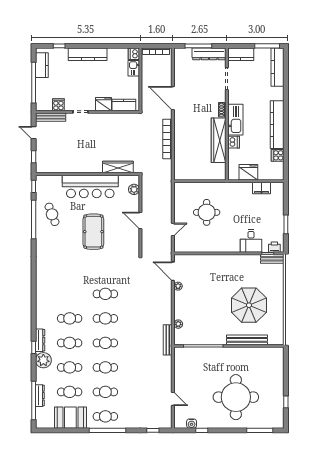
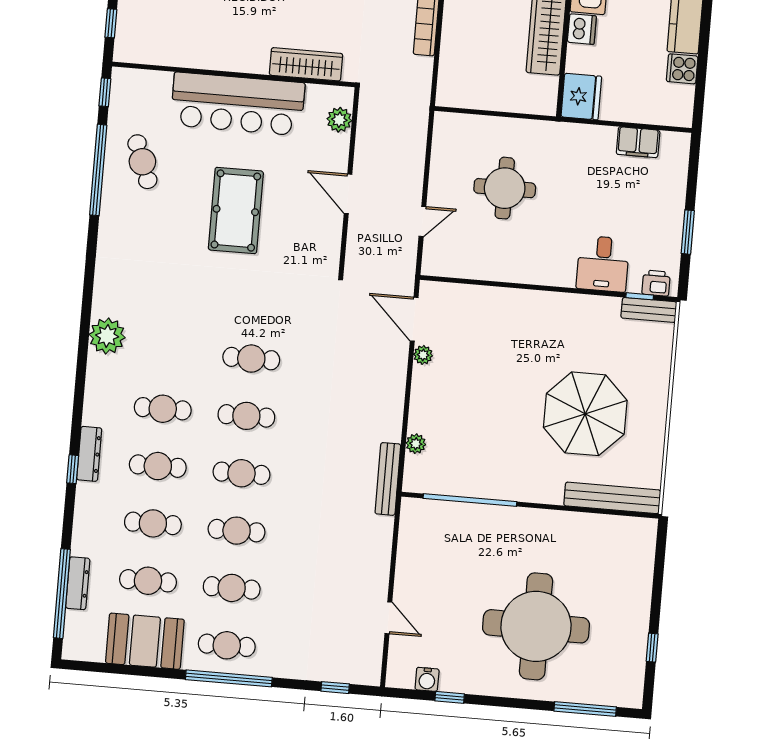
fridge: (248, 172) -> (581, 97), moved, turned 90
bench: (247, 340) -> (612, 498), moved
plant: (43, 360) -> (107, 336), moved

